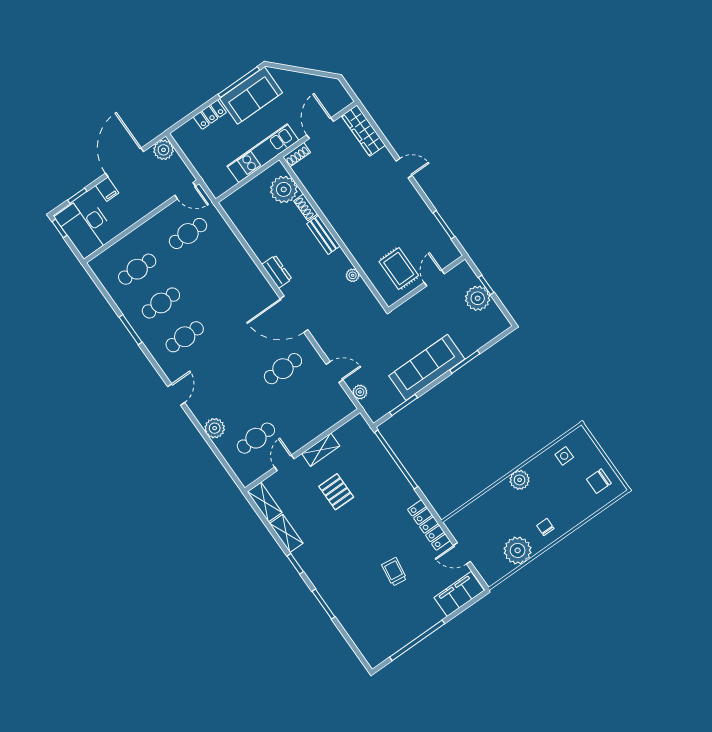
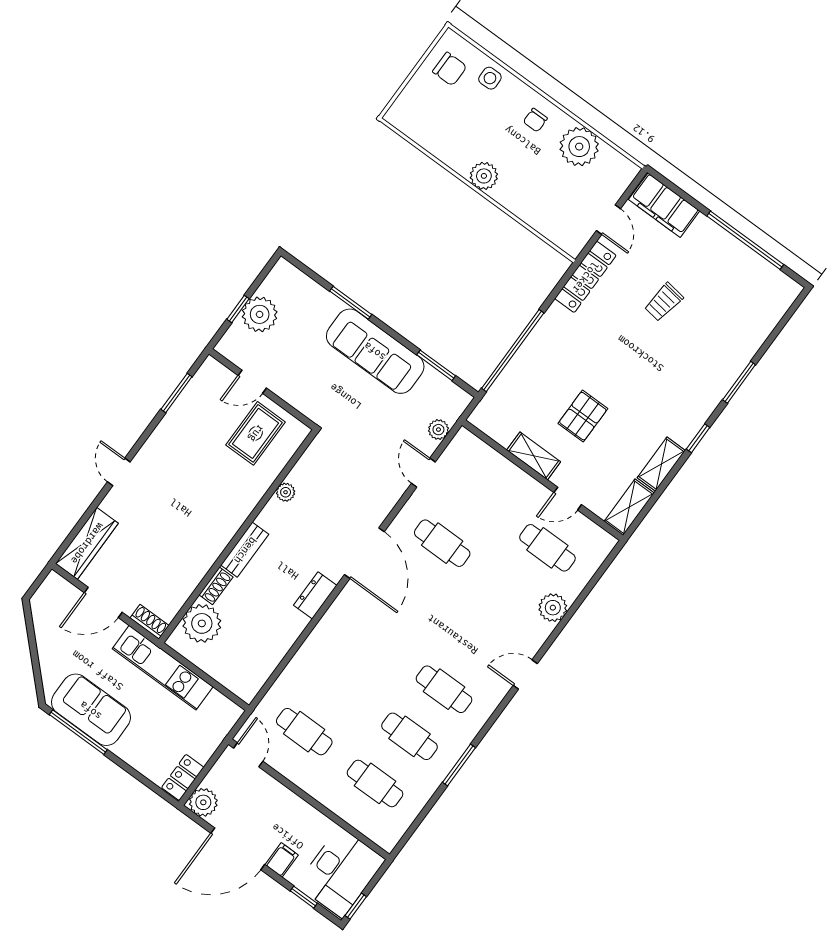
locker: (210, 115) -> (183, 777), moved, turned -90
side table: (564, 456) -> (490, 78), moved

